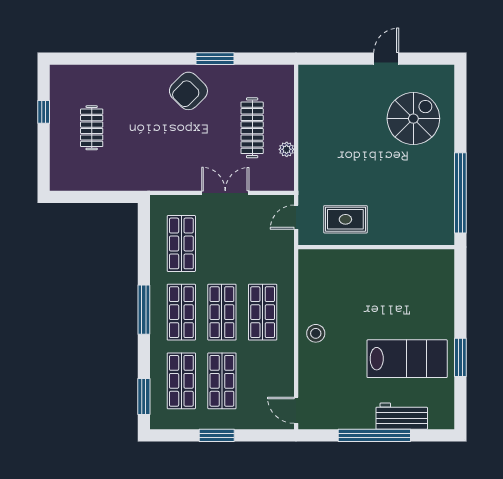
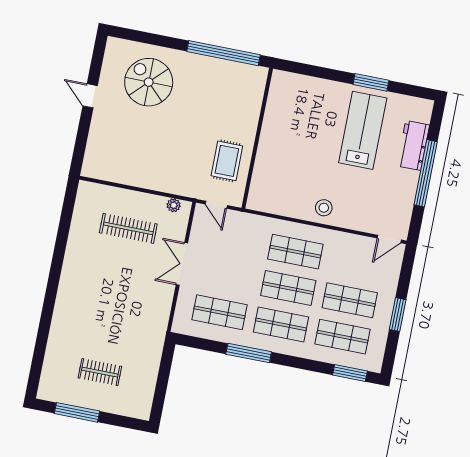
window: (215, 59) -> (60, 249), removed
armchair: (188, 91) -> (84, 279), removed
window: (44, 112) -> (77, 412), width x2.17
plant: (287, 149) -> (174, 205), moved
window: (144, 310) -> (249, 353), moved

